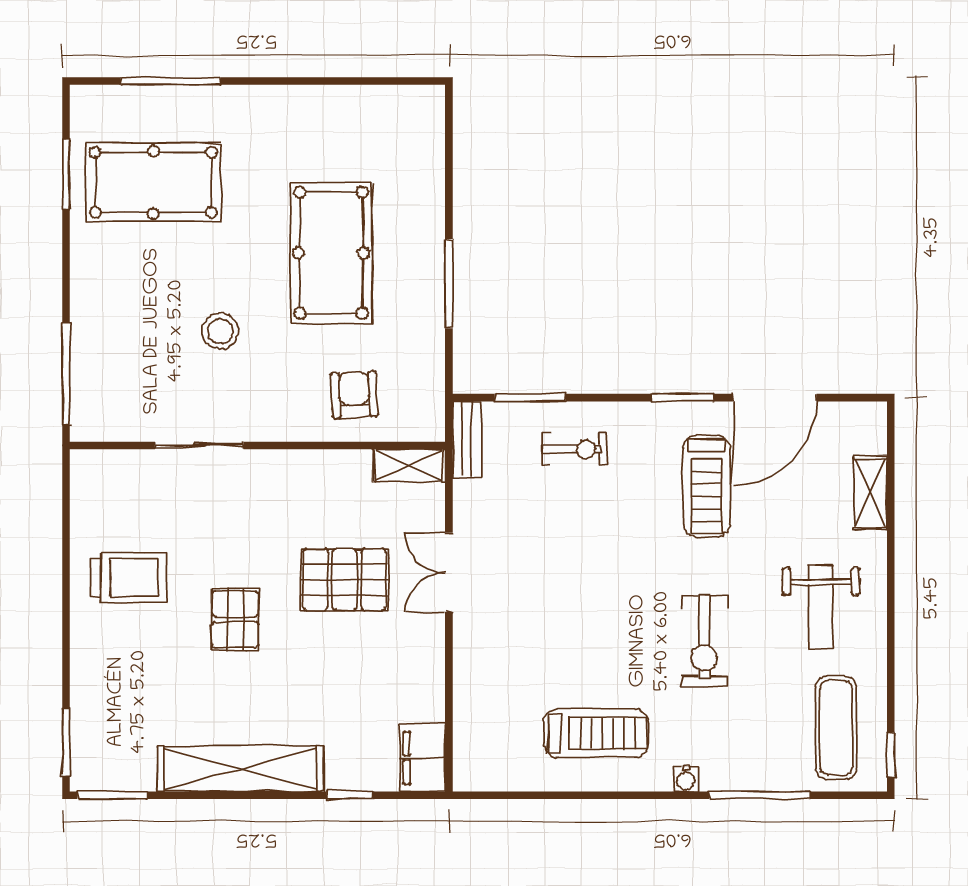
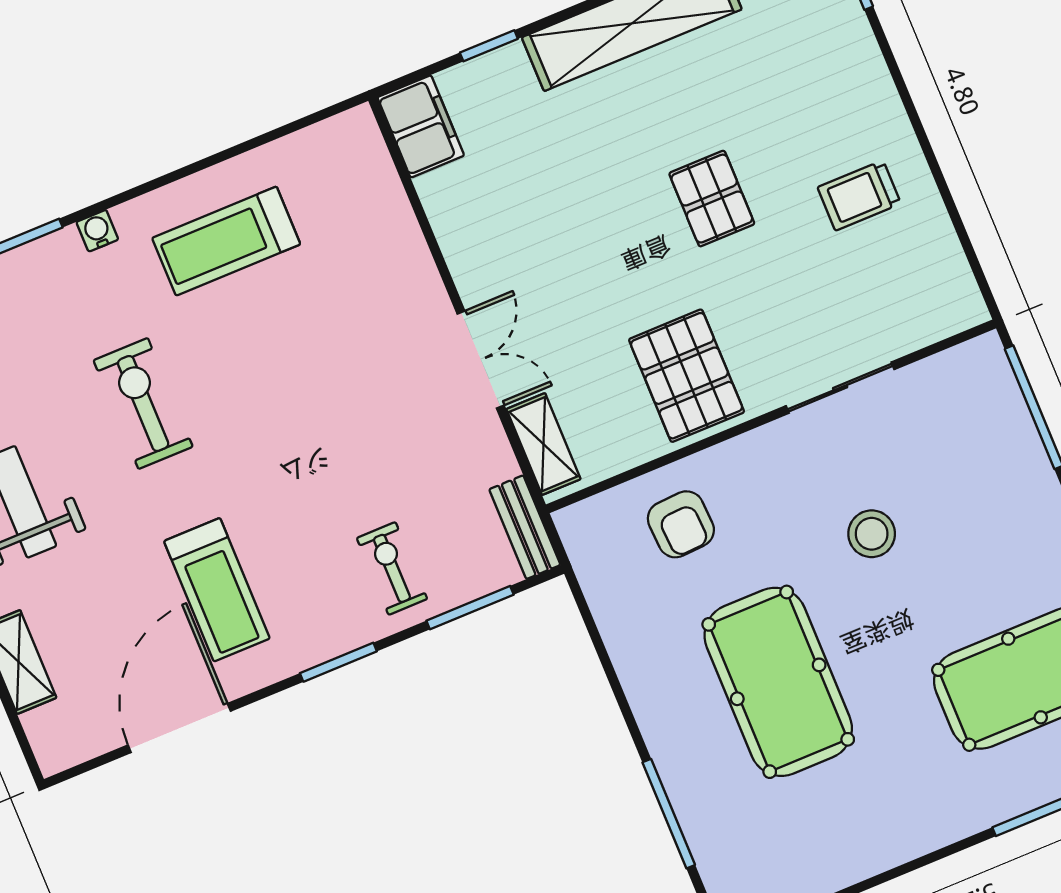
window: (449, 284) -> (669, 814), moved
window: (683, 398) -> (338, 662), moved
exercise bike: (575, 449) -> (392, 568), turned 90
shelving: (409, 465) -> (543, 444), moved, turned 90
treadmill: (707, 486) -> (217, 590), turned 180
trolley: (129, 578) -> (859, 195), width x0.73, depth x0.72
pallet: (345, 580) -> (687, 376), moved, turned 90

